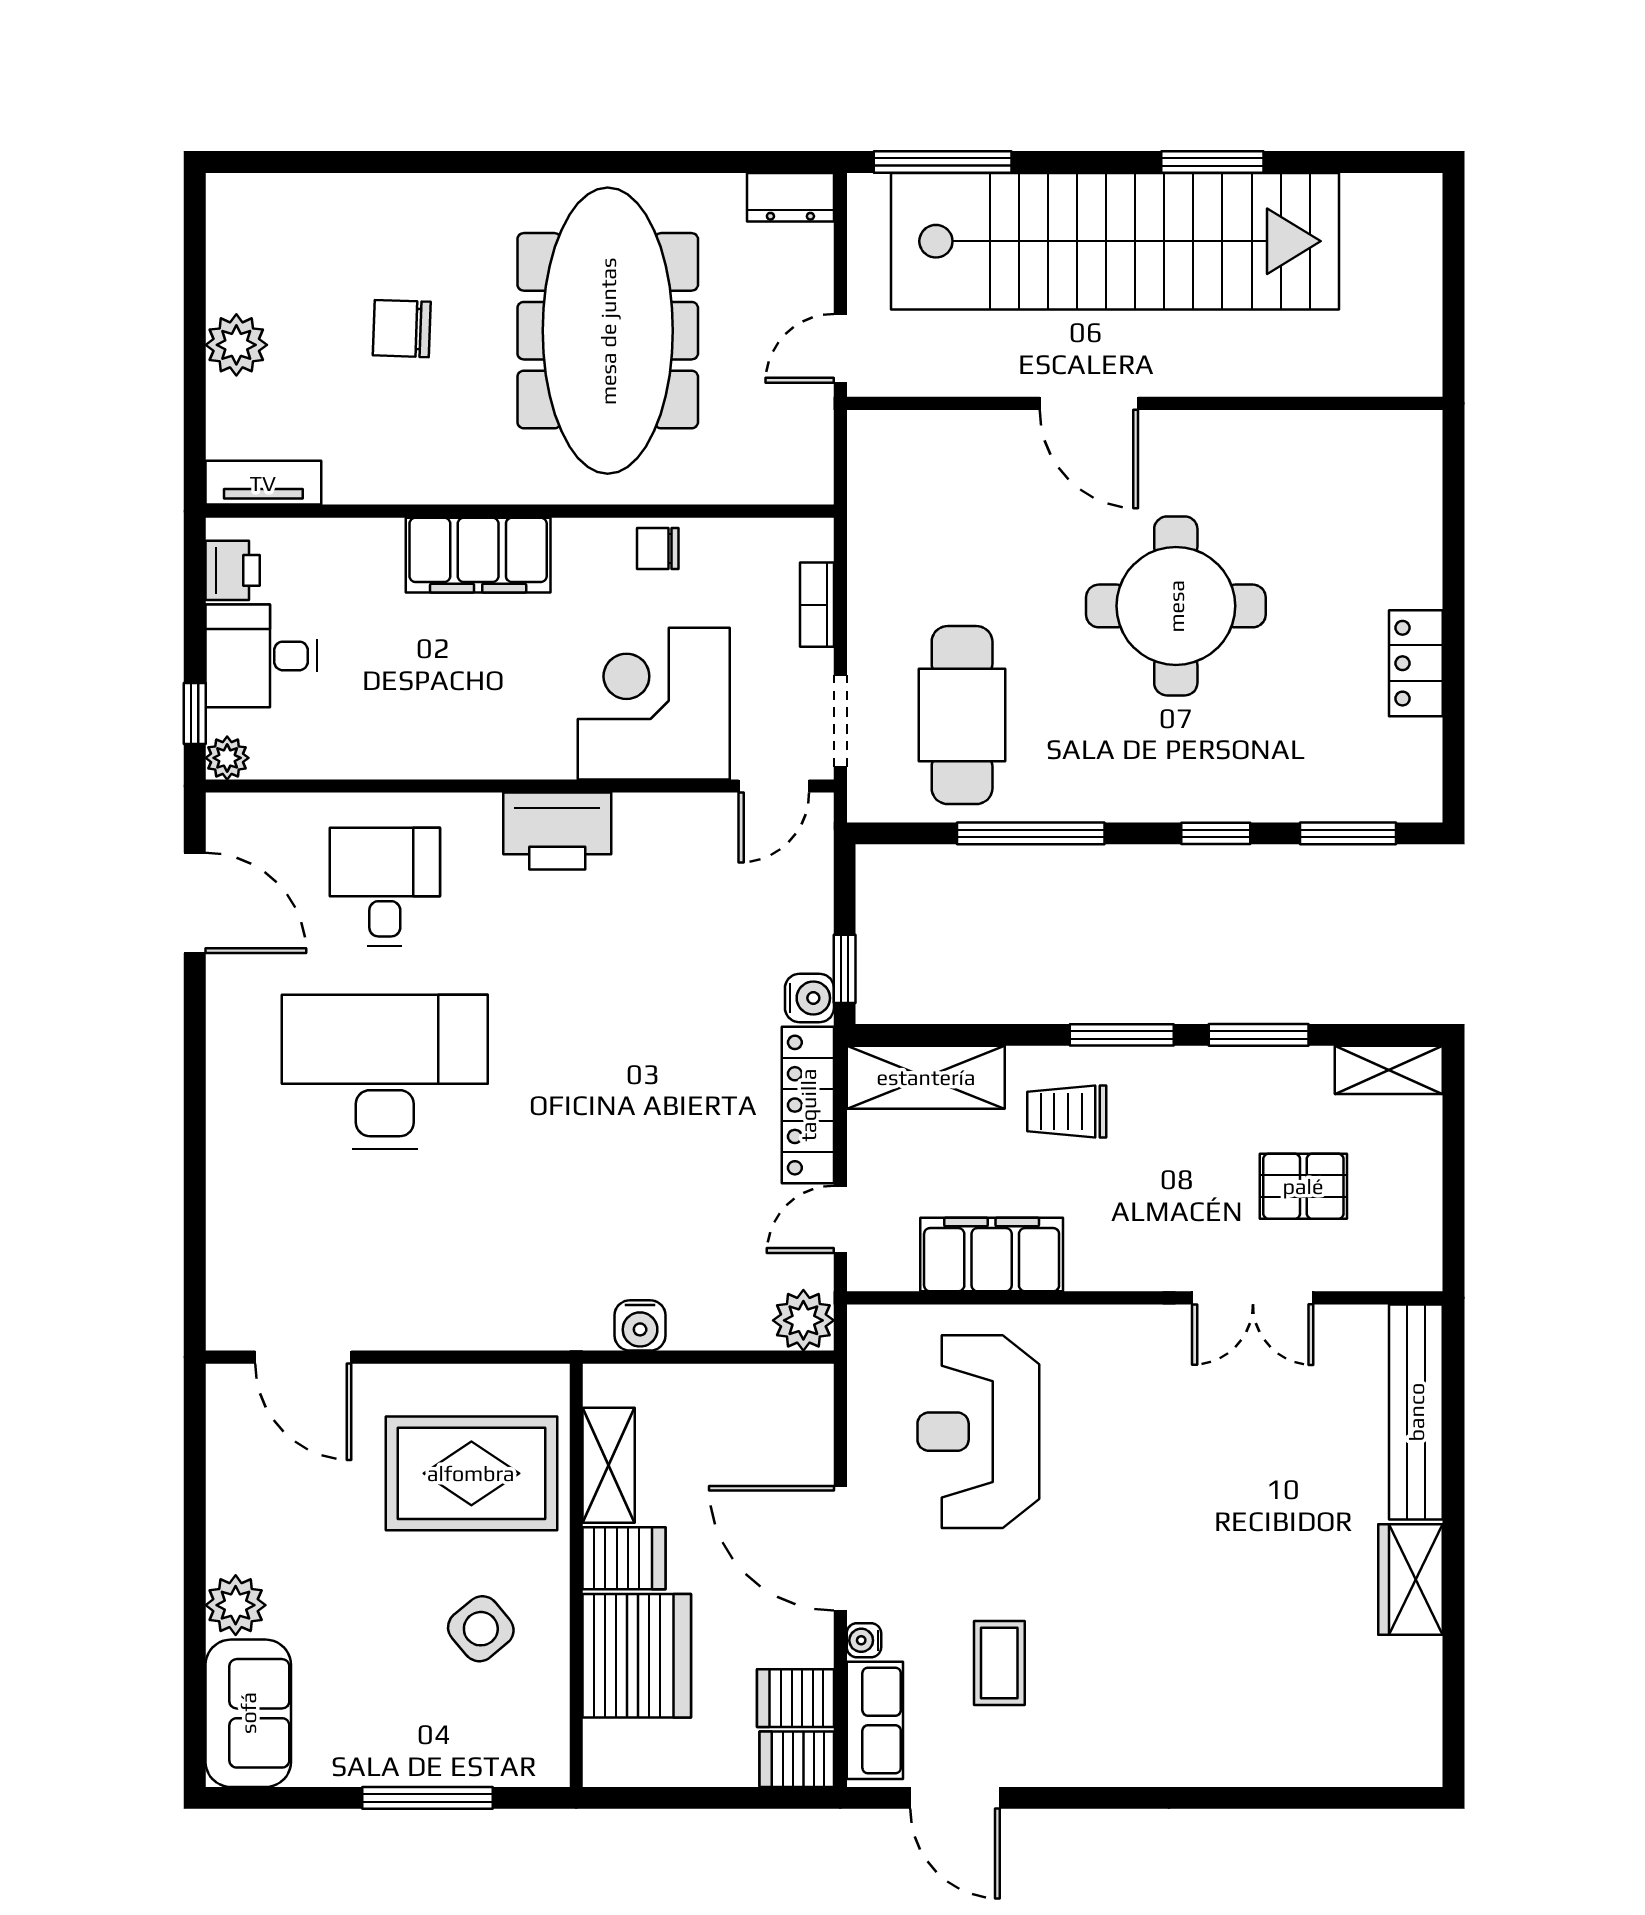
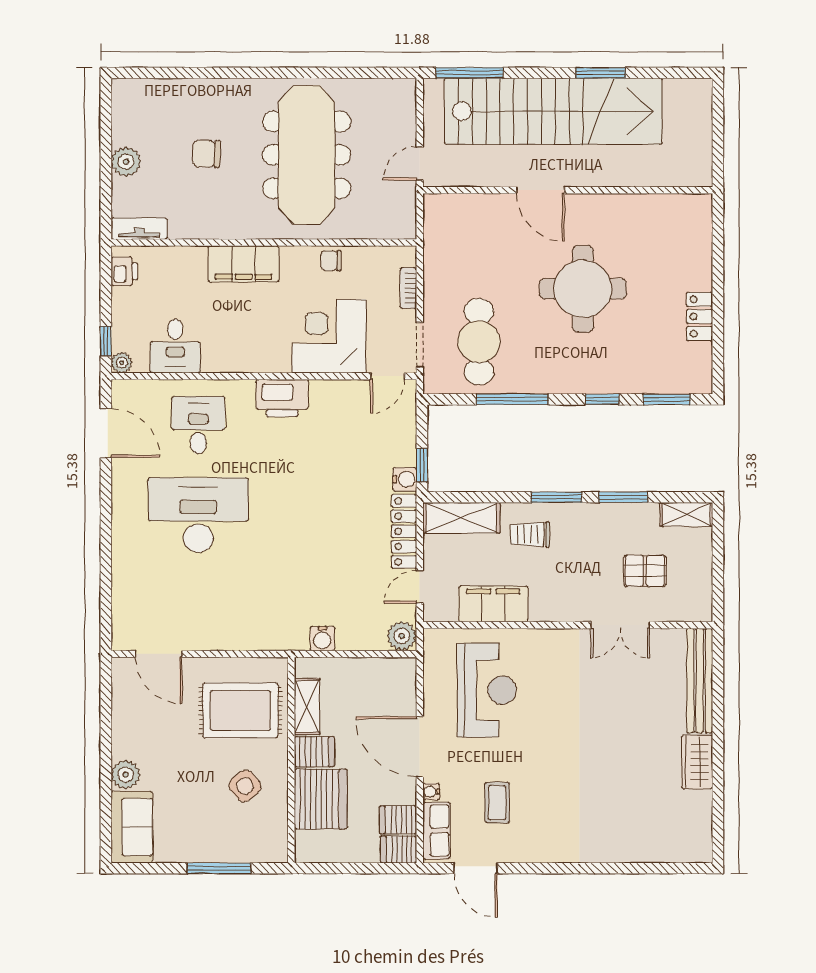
dresser: (790, 197) -> (395, 90), removed
desk: (261, 656) -> (175, 346), moved, turned -90
reception desk: (978, 1432) -> (487, 690), turned 180

